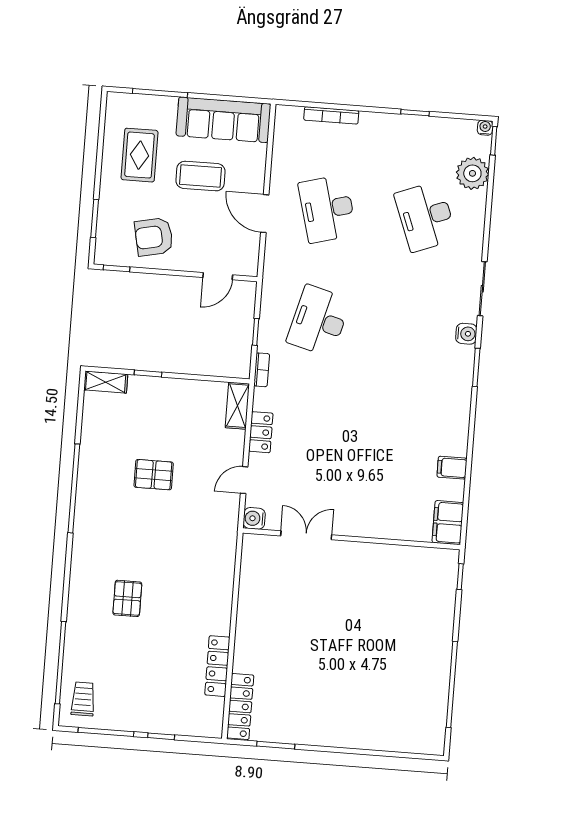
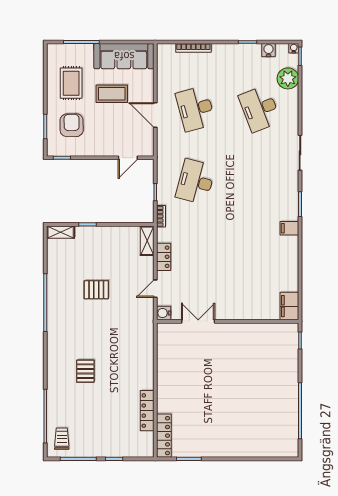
armchair: (154, 237) -> (72, 125), moved, turned 101
water cooler: (466, 334) -> (268, 50), moved, turned -90
filing cabinet: (452, 468) -> (289, 228), moved

